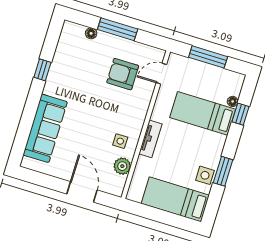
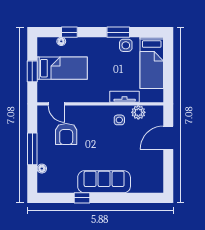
window: (208, 57) -> (32, 71), width x0.69
bed: (203, 113) -> (62, 68), moved, turned -90
sofa: (45, 128) -> (104, 182), moved
tv unit: (150, 139) -> (125, 97), moved

